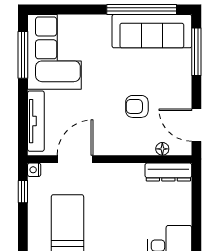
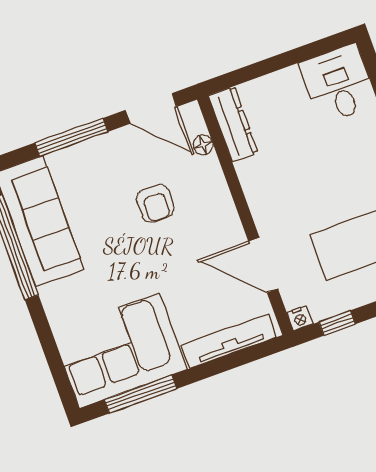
window: (196, 52) -> (71, 137), moved
door: (196, 125) -> (151, 108), hinge flipped

